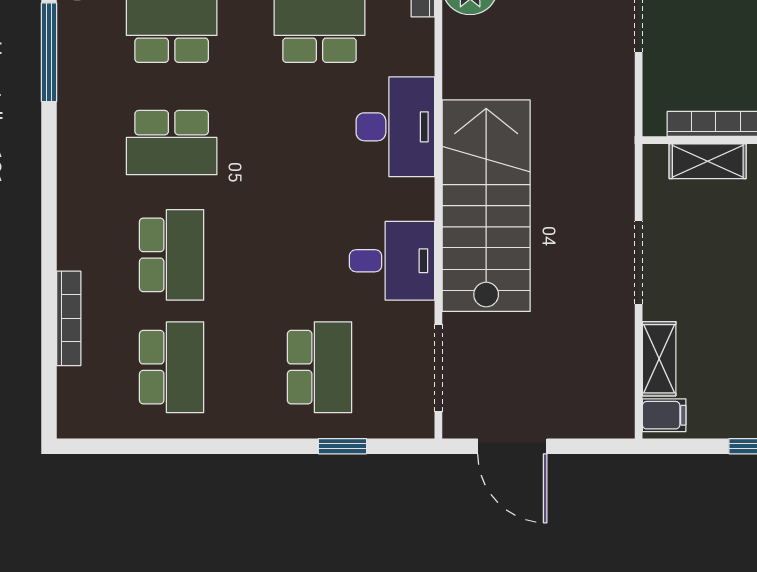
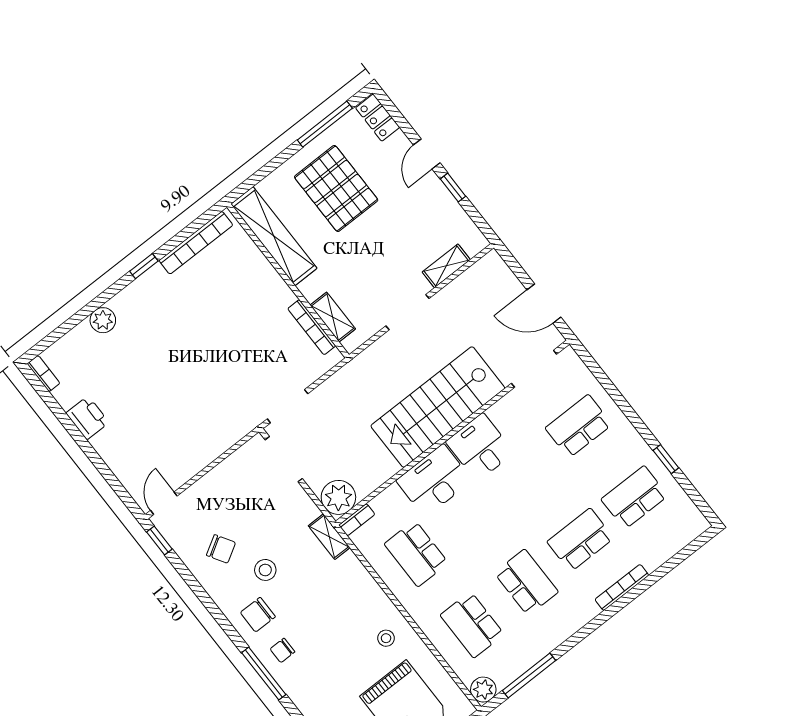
desk: (392, 261) -> (480, 447), moved
bookcase: (69, 318) -> (622, 587), moved
filing cabinet: (664, 415) -> (472, 242), removed
window: (342, 446) -> (666, 459), moved
door: (512, 446) -> (544, 304), swing flipped

